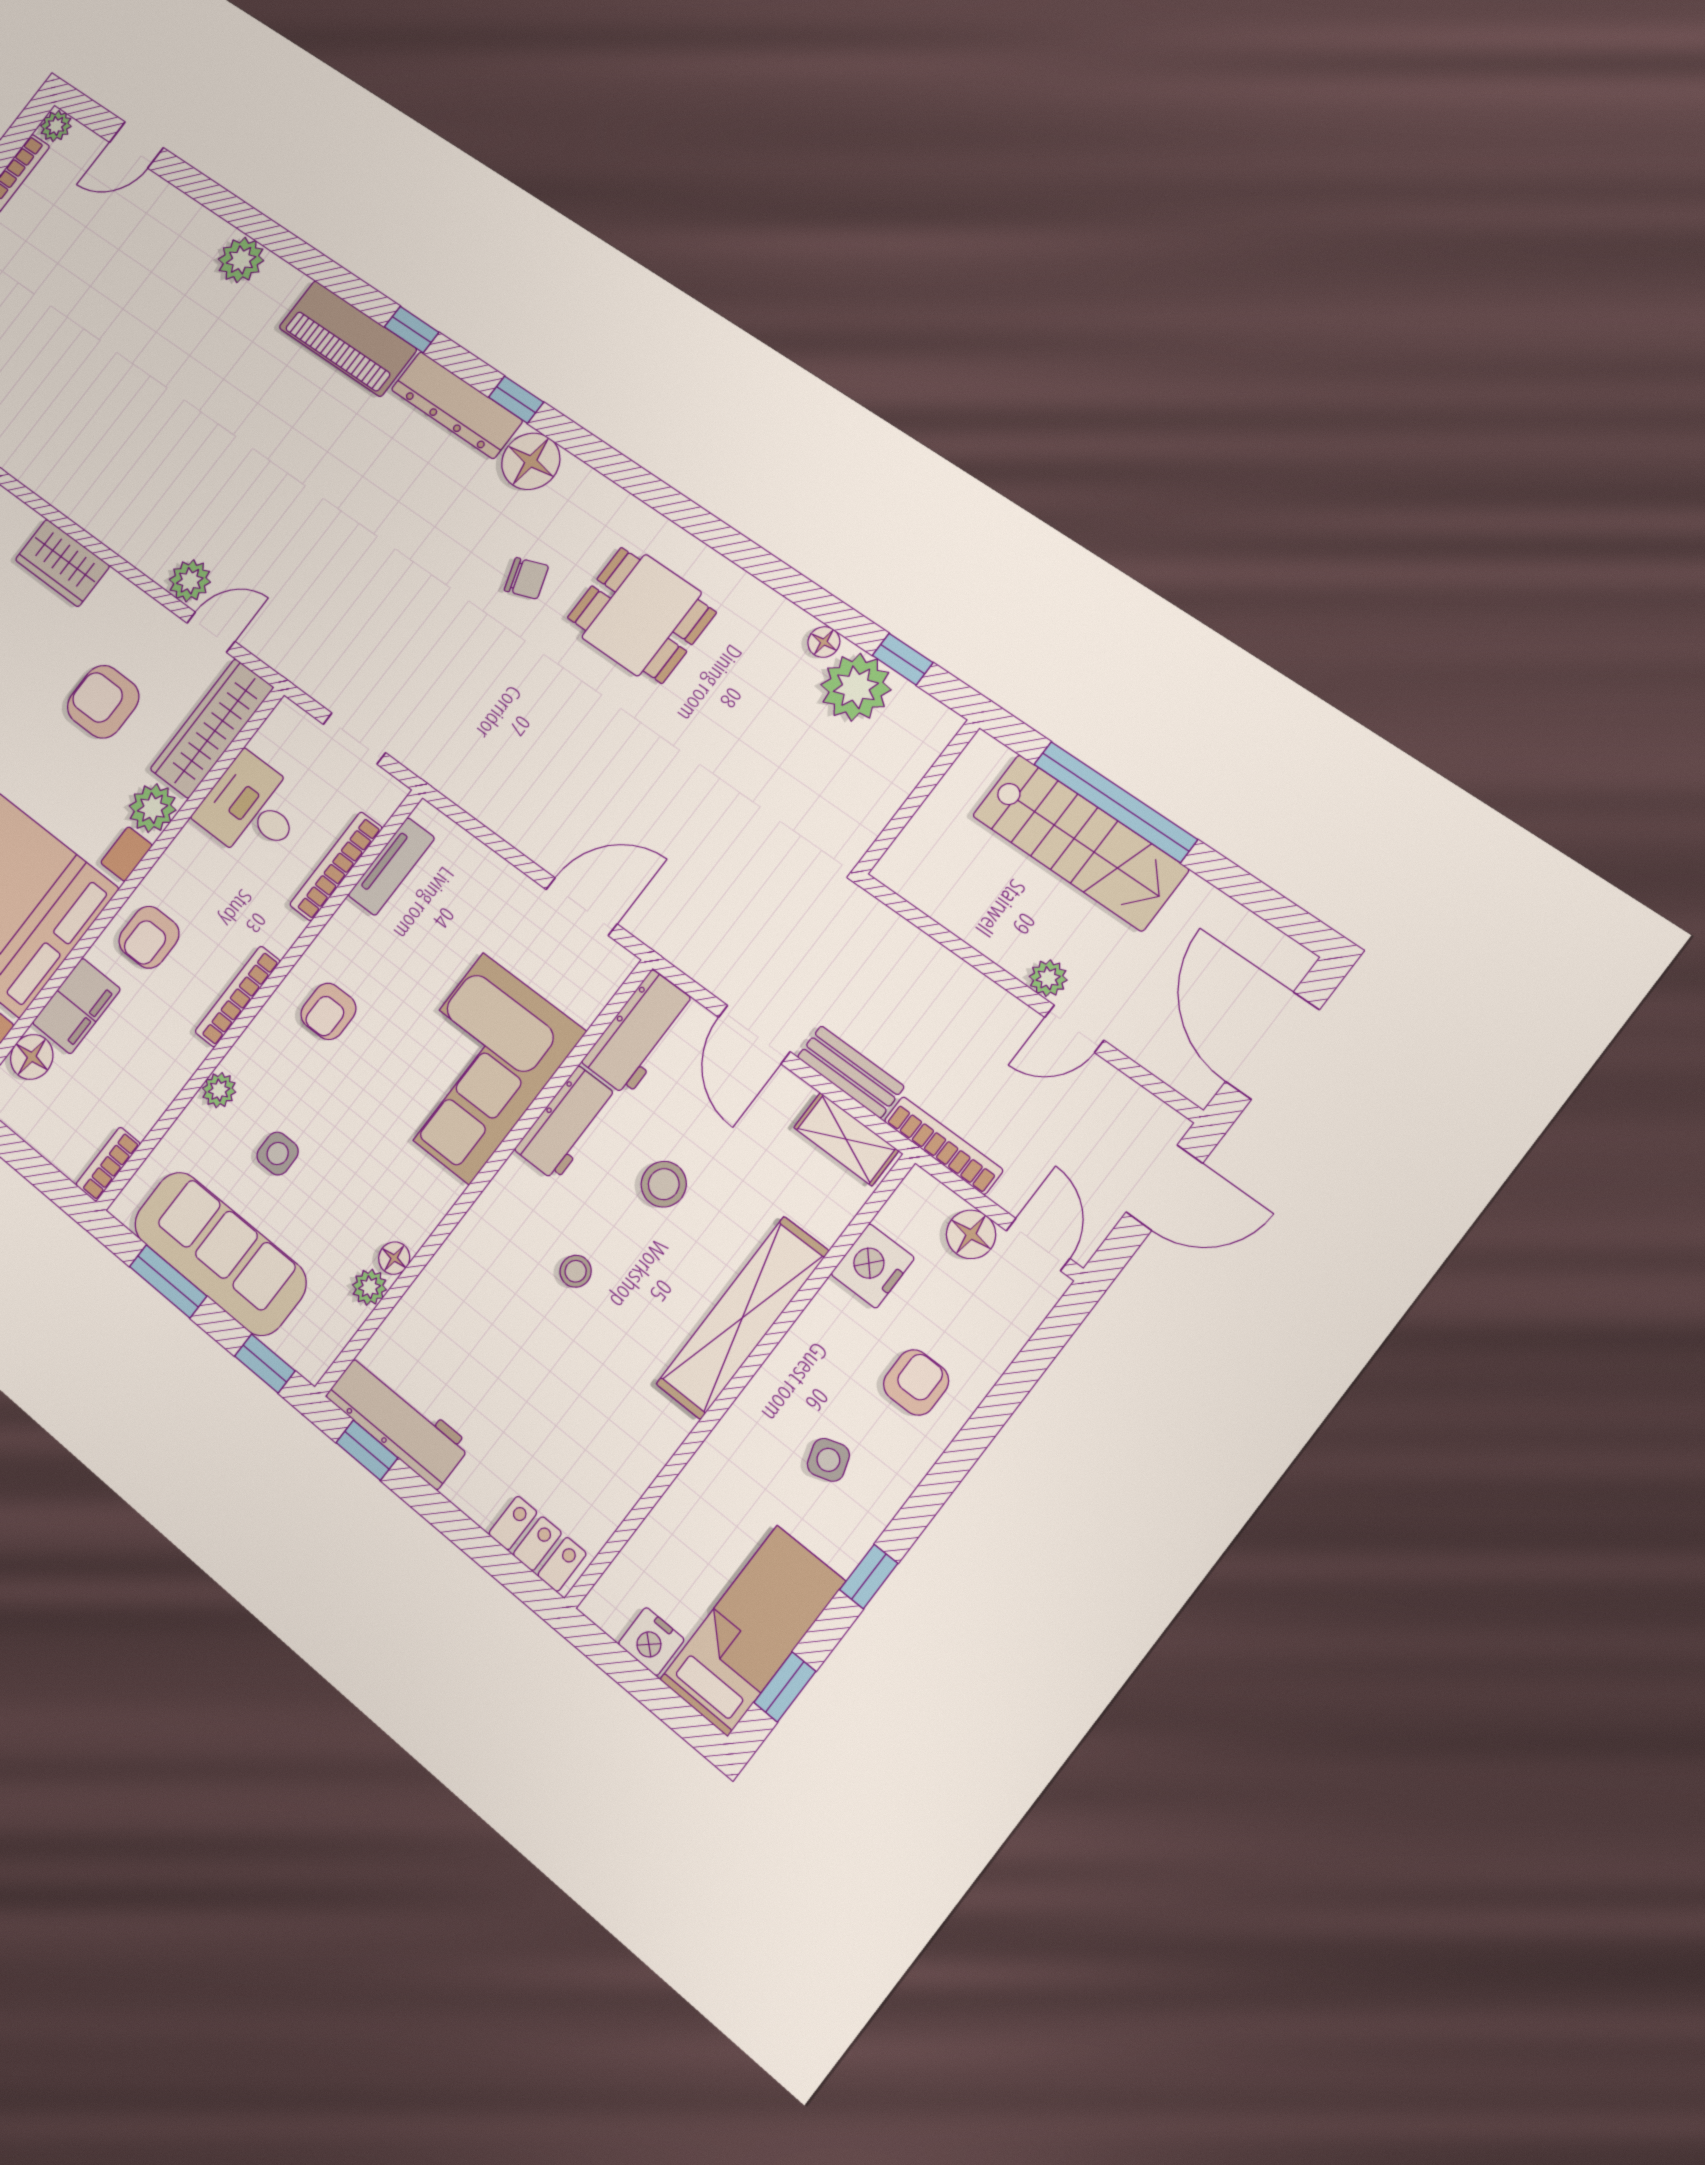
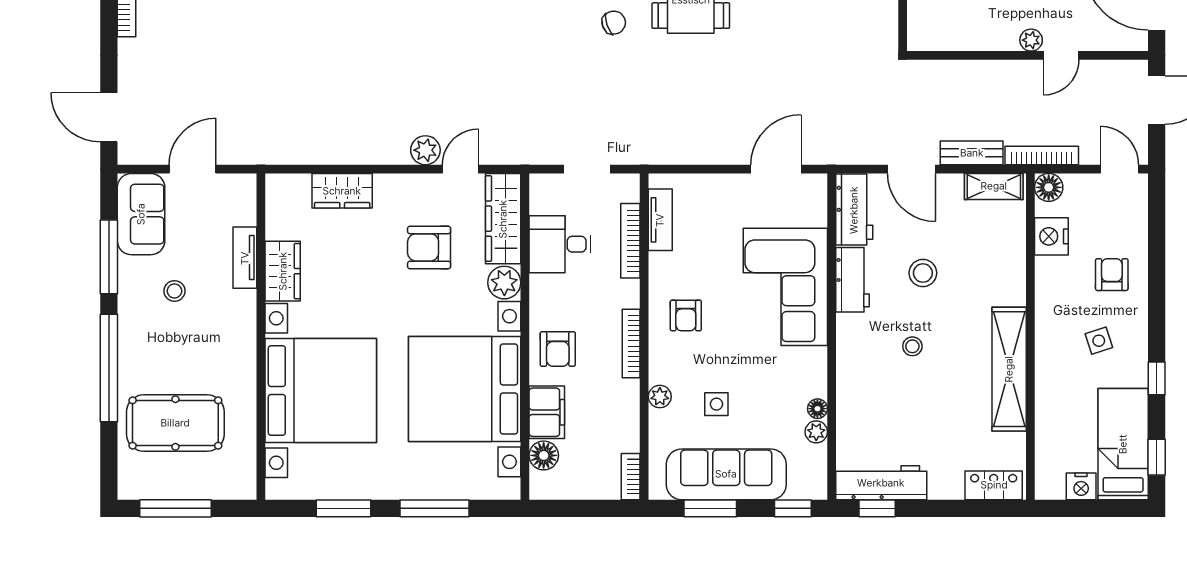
floor lamp: (971, 1234) -> (1049, 187), moved
shelving: (742, 1318) -> (1009, 369), moved

